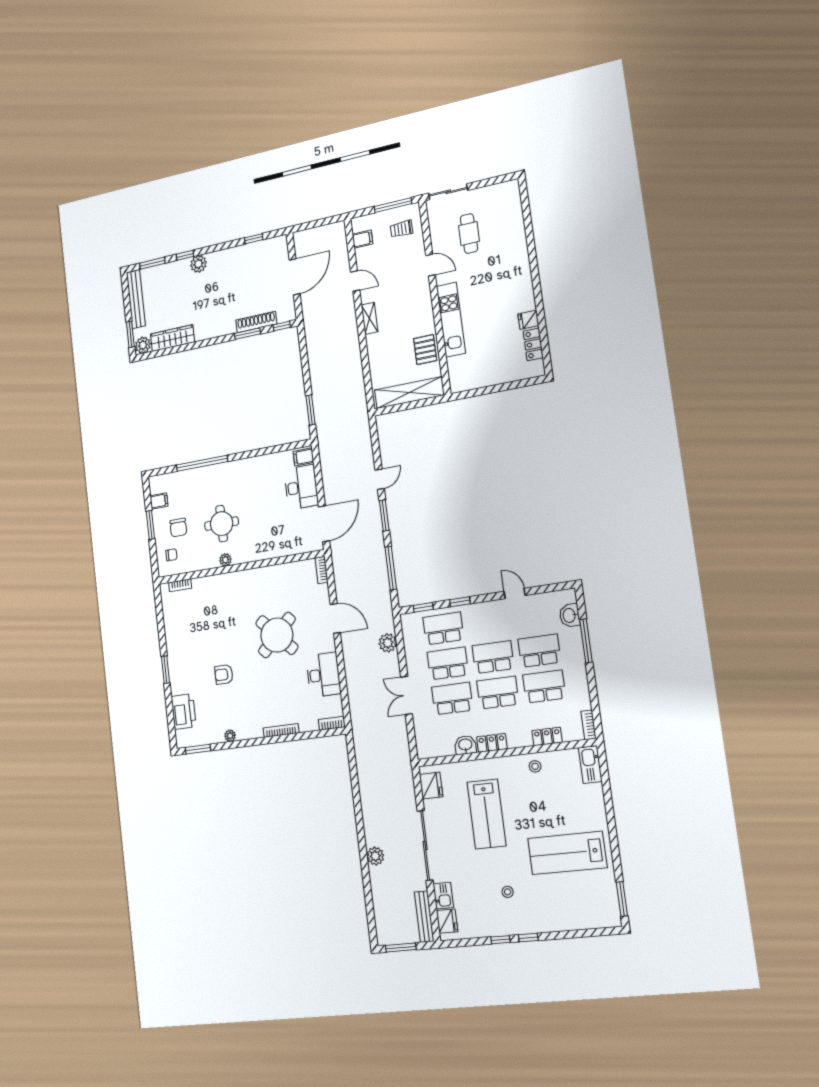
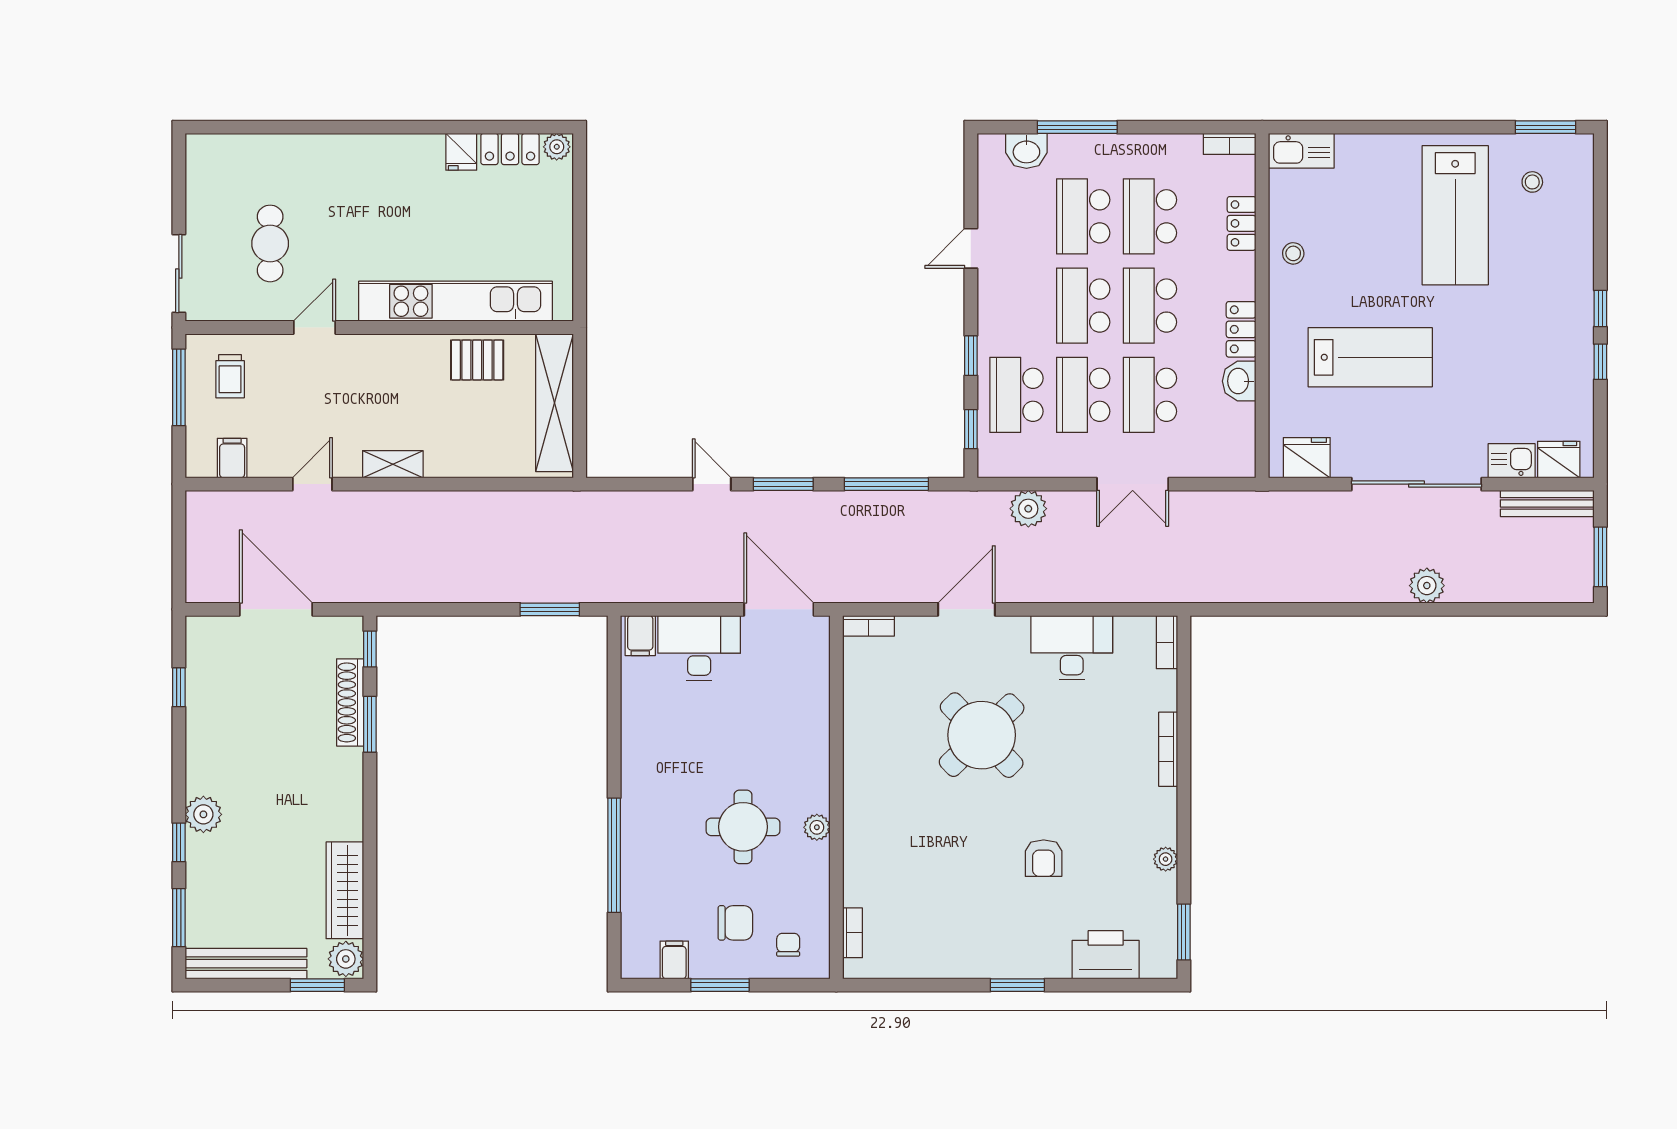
cafe table: (469, 234) -> (270, 243), turned 90
kitchen unit: (451, 320) -> (455, 301), width x1.36
plant: (538, 368) -> (557, 147), added
stool: (508, 892) -> (1532, 182), moved

